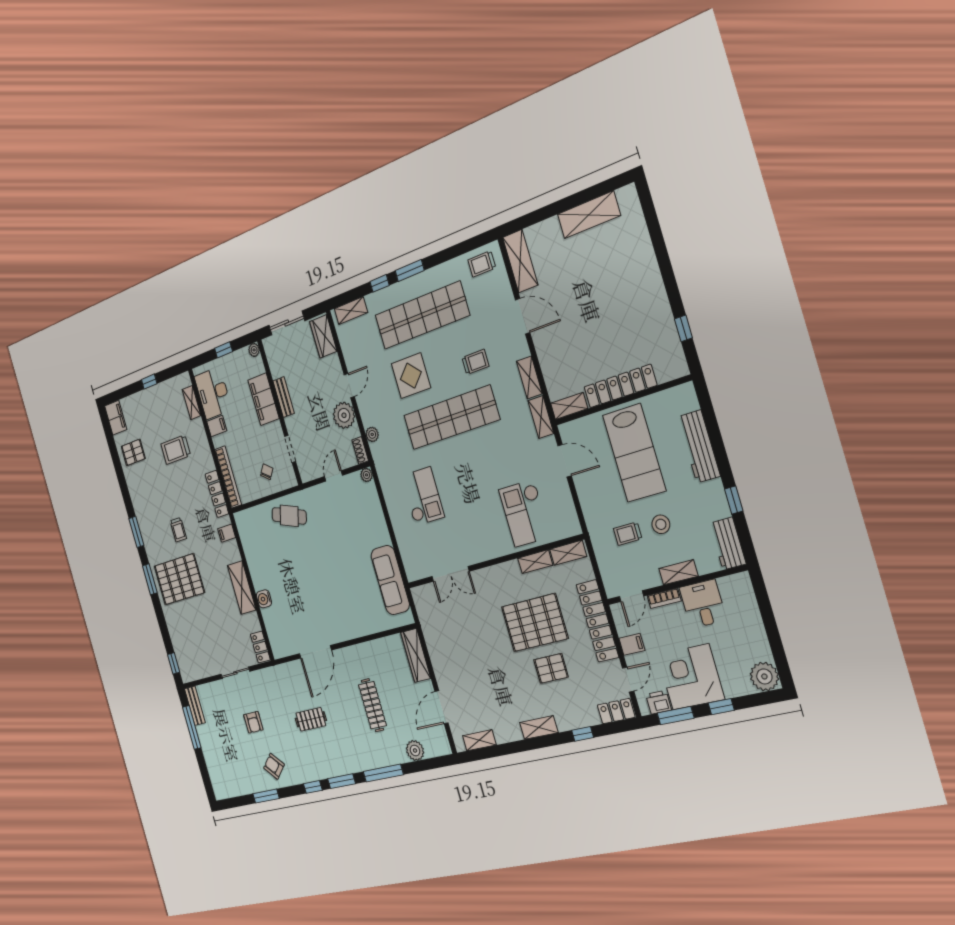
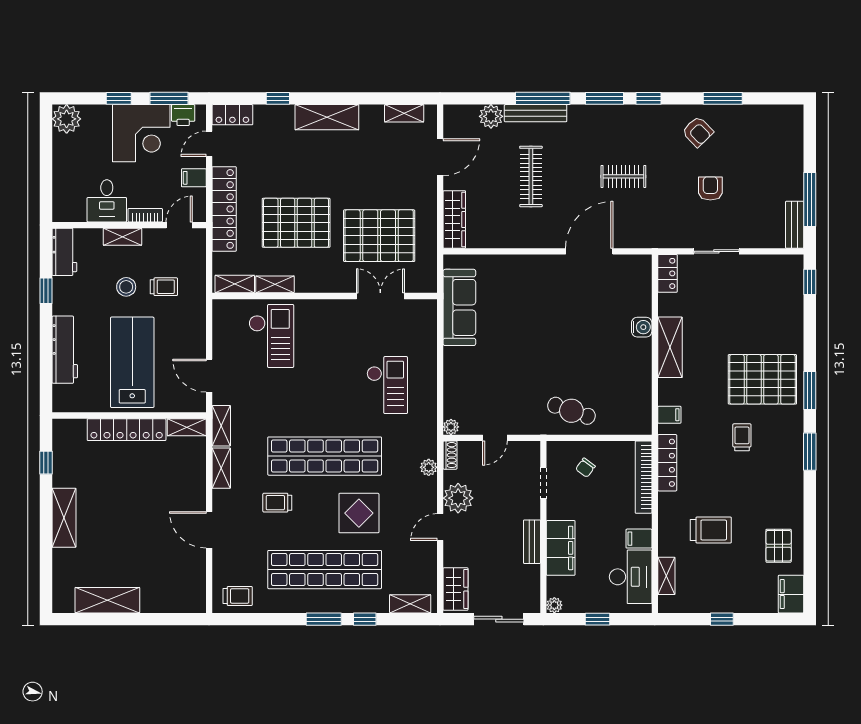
shelving: (520, 261) -> (64, 518), moved
pallet: (133, 452) -> (779, 546), turned 90
checkout: (423, 496) -> (387, 385), turned 180
pallet: (551, 668) -> (379, 236), moved, width x2.05, depth x2.00
shelving: (539, 727) -> (327, 117), width x1.50, depth x1.33
bench: (385, 760) -> (536, 113), added

